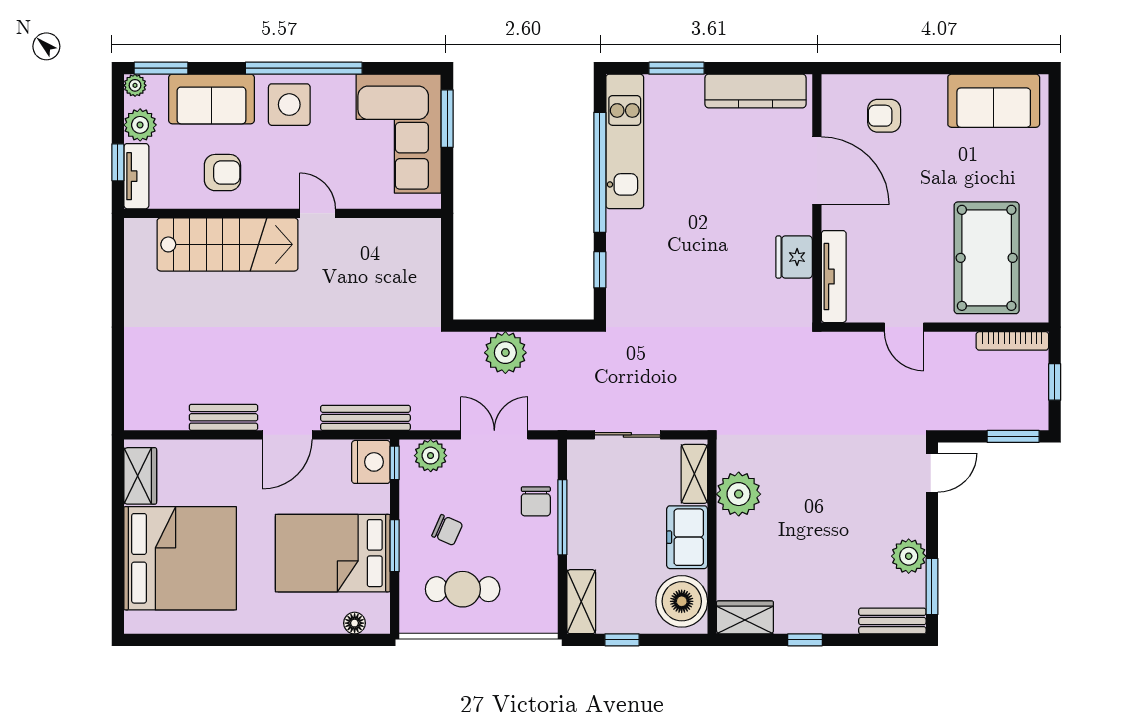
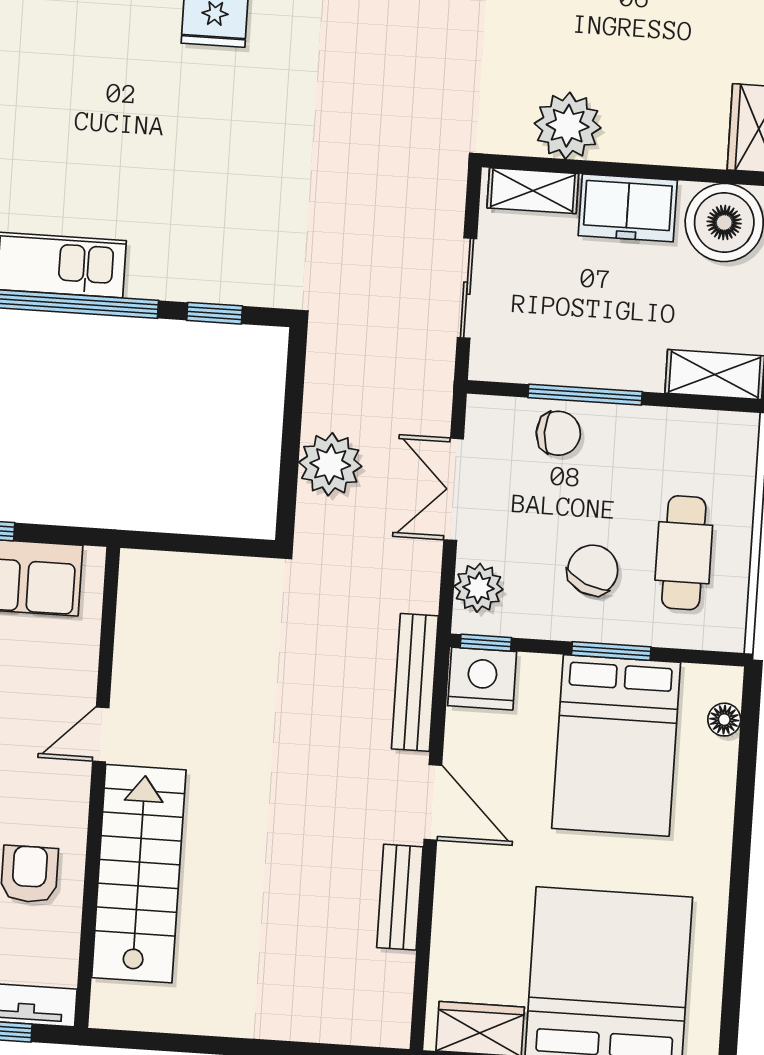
chair: (447, 530) -> (593, 570), width x1.37, depth x1.37

